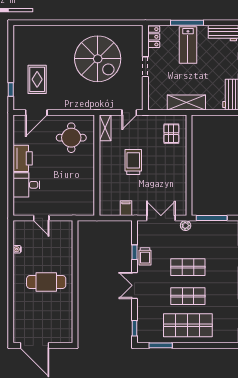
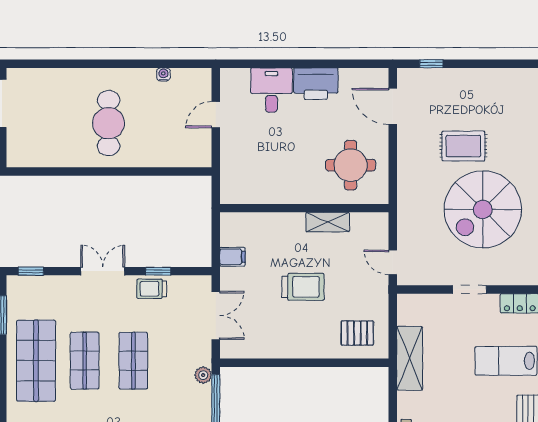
rug: (37, 79) -> (463, 146), moved
shelving: (105, 128) -> (328, 222), moved
trolley: (133, 162) -> (303, 287), moved
plant: (186, 226) -> (203, 375), moved

